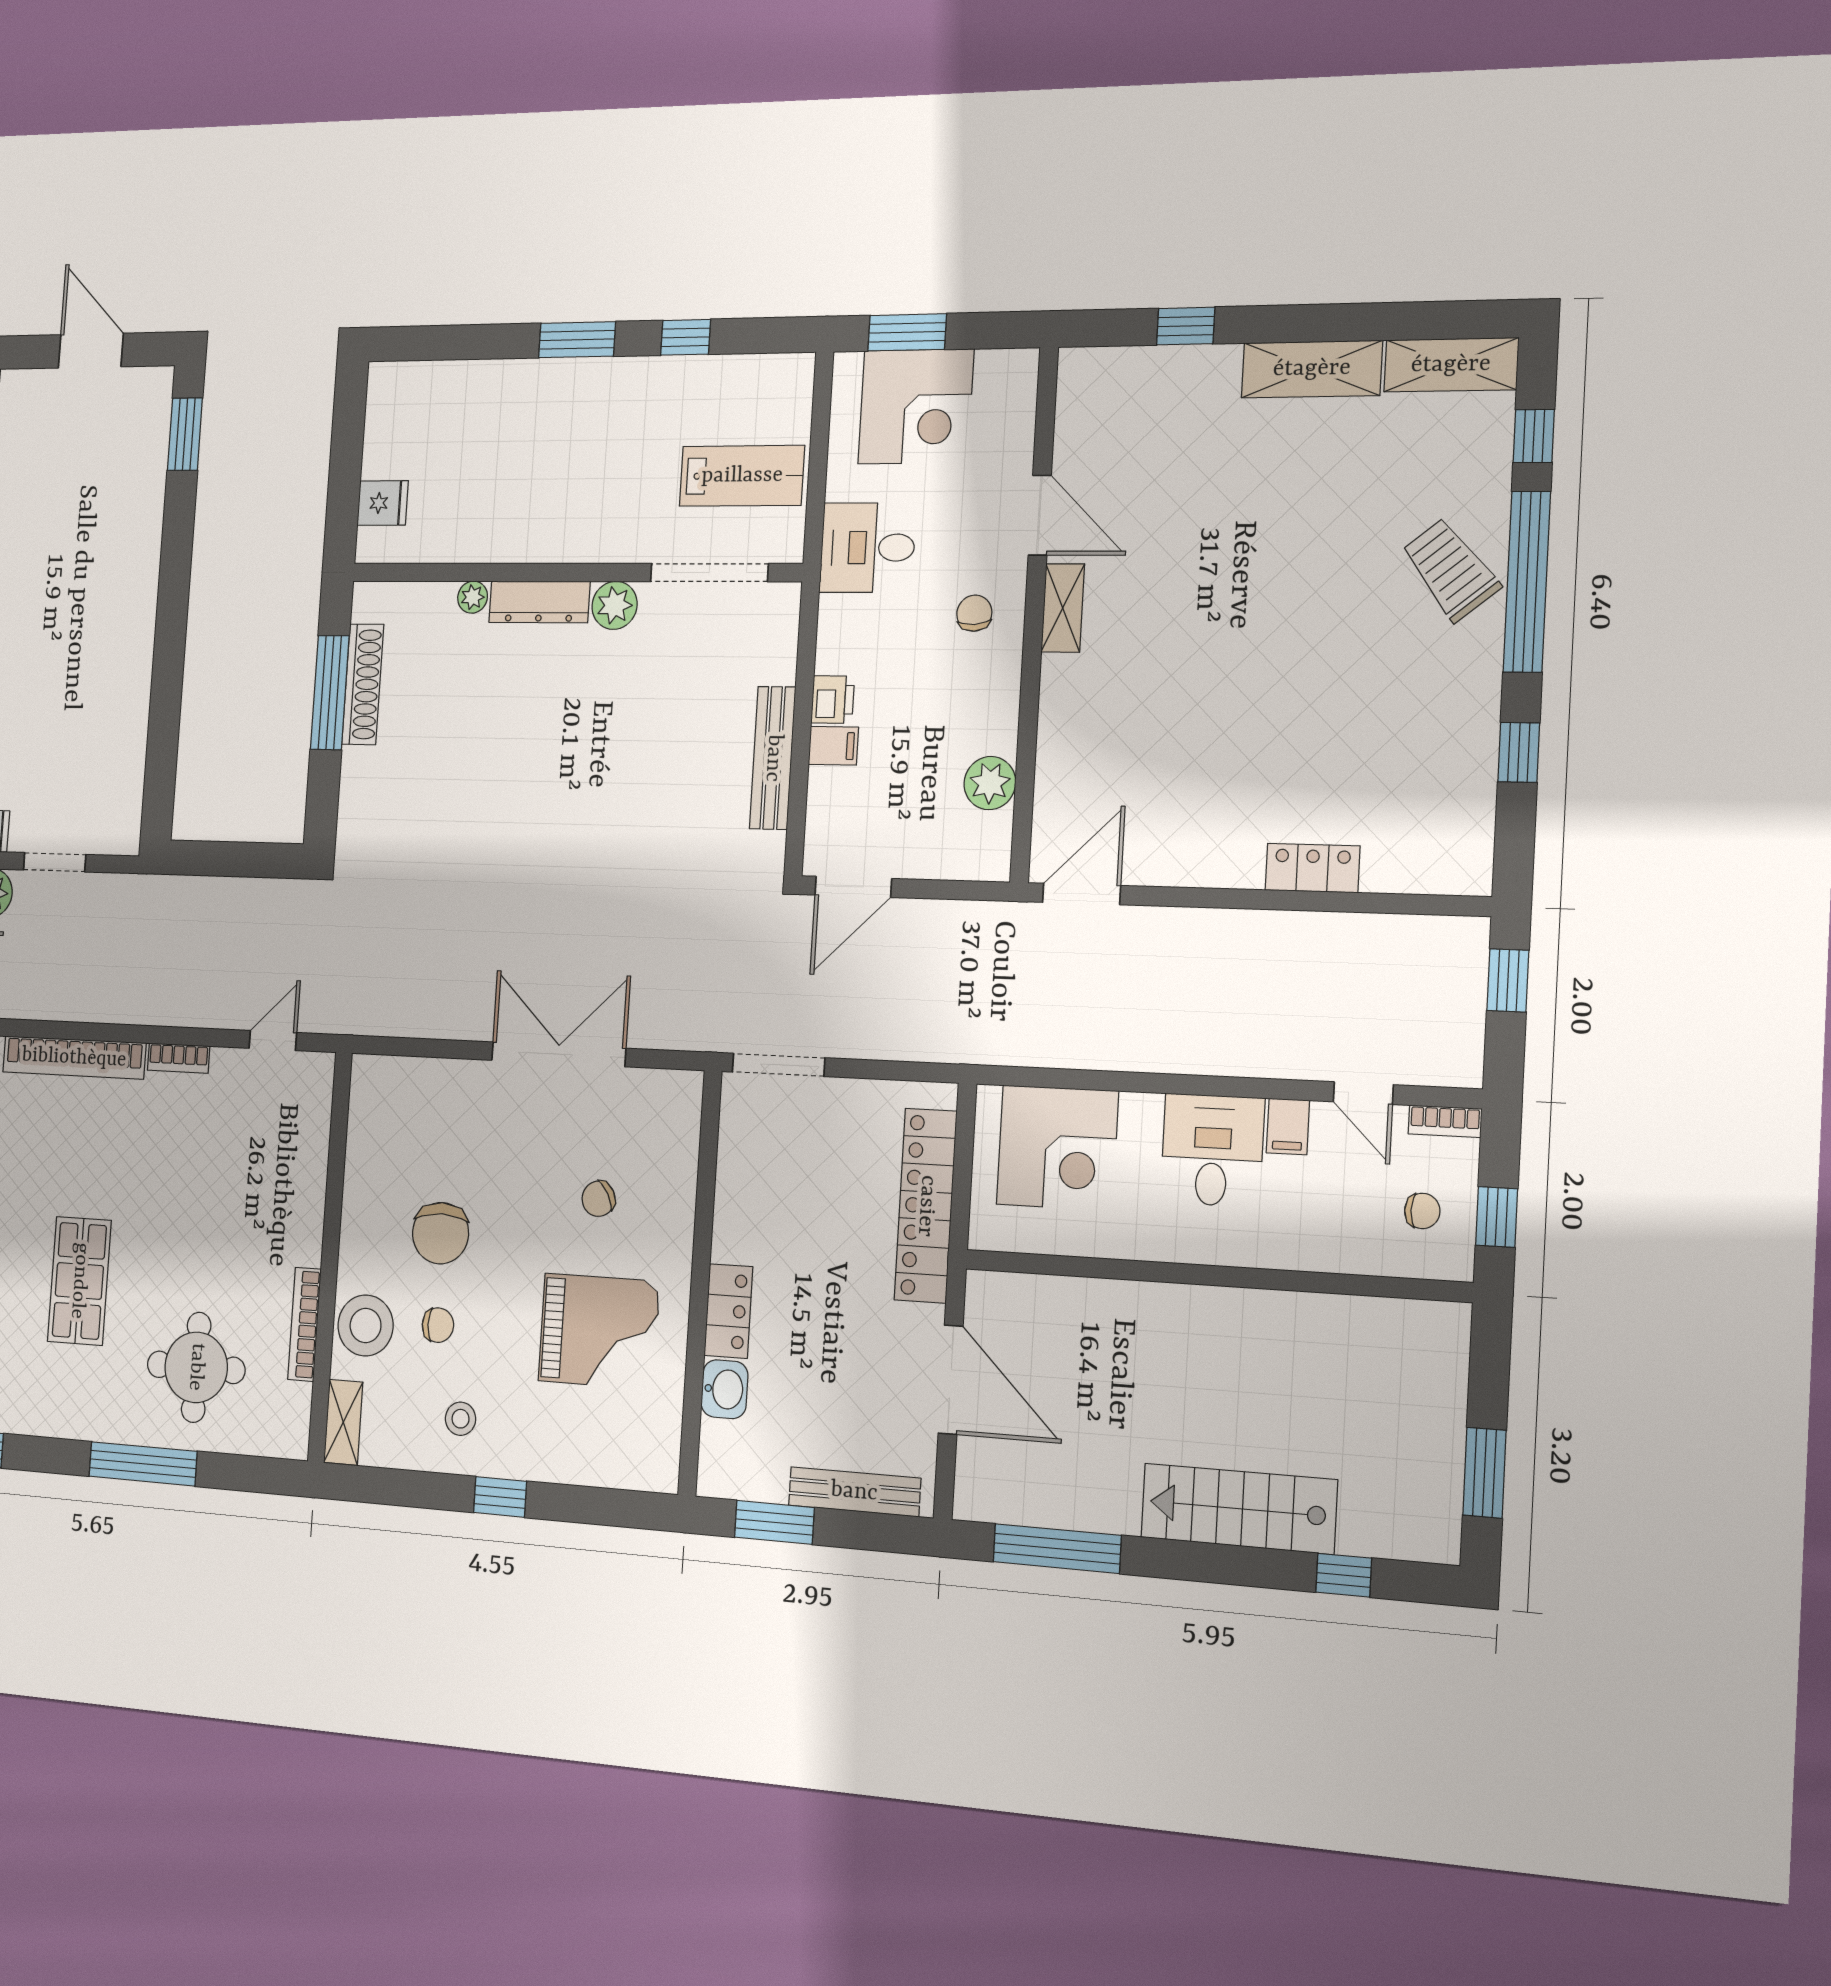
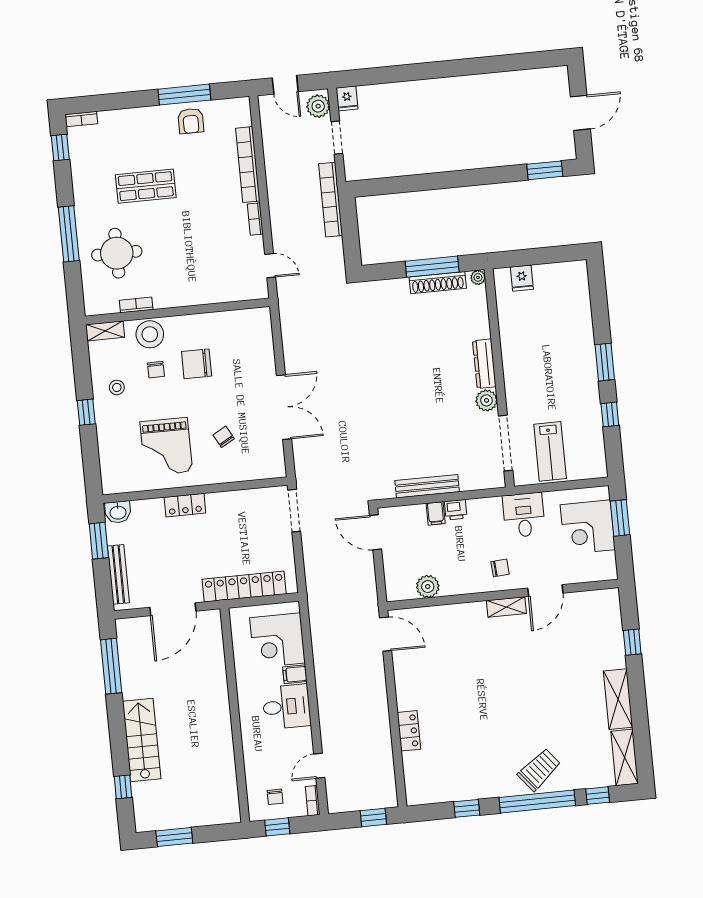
plant: (473, 597) -> (478, 277), moved
bookcase: (168, 892) -> (331, 200), added
filing cabinet: (1288, 1126) -> (295, 674), moved
bookcase: (304, 1324) -> (136, 305), width x0.64
washbasin: (724, 1389) -> (118, 512), moved

